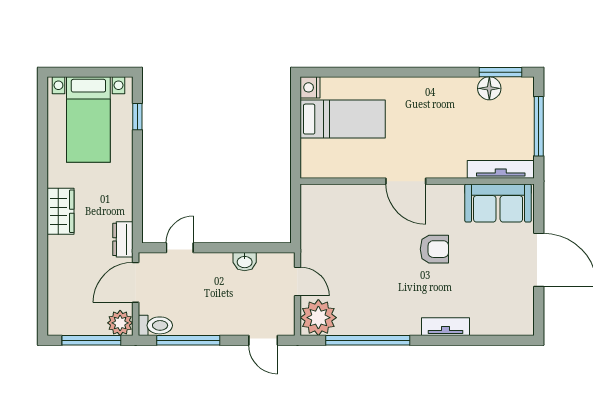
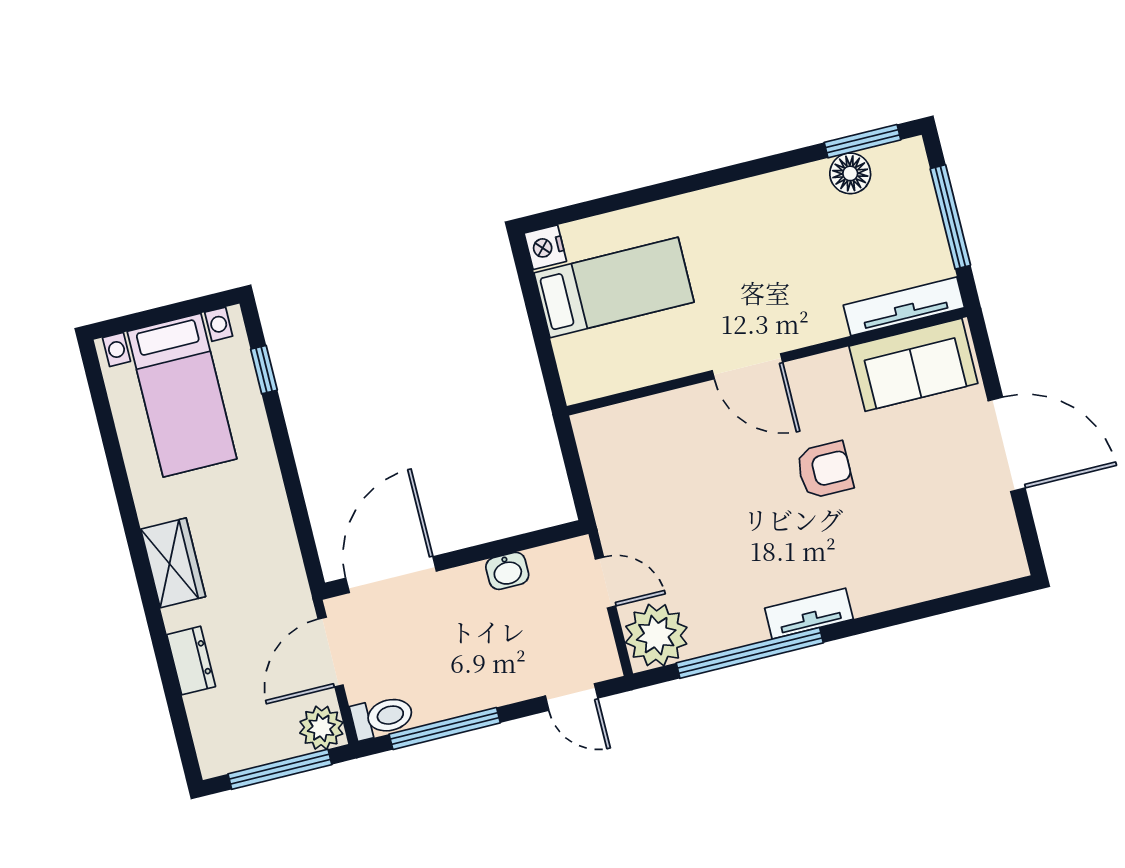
dresser: (123, 239) -> (191, 661), moved, turned 180
door: (180, 248) -> (391, 575), width x1.87
tv unit: (446, 327) -> (809, 614), moved

